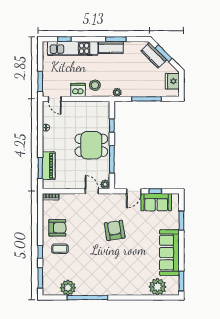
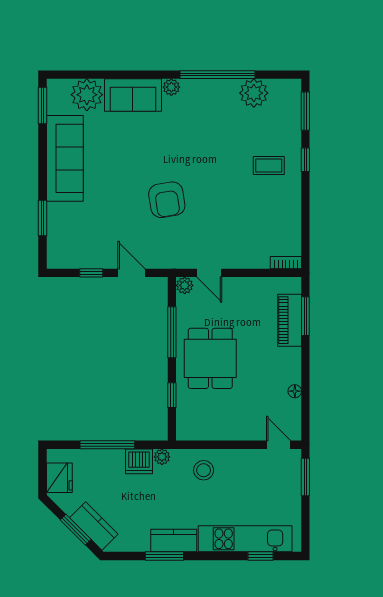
dishwasher: (78, 90) -> (139, 461), moved
dining table: (91, 145) -> (210, 358), turned 90
door: (134, 191) -> (131, 273), hinge flipped
sofa: (156, 202) -> (133, 95), moved, turned 180
armchair: (57, 228) -> (274, 205), removed
plant: (112, 291) -> (171, 87), added

